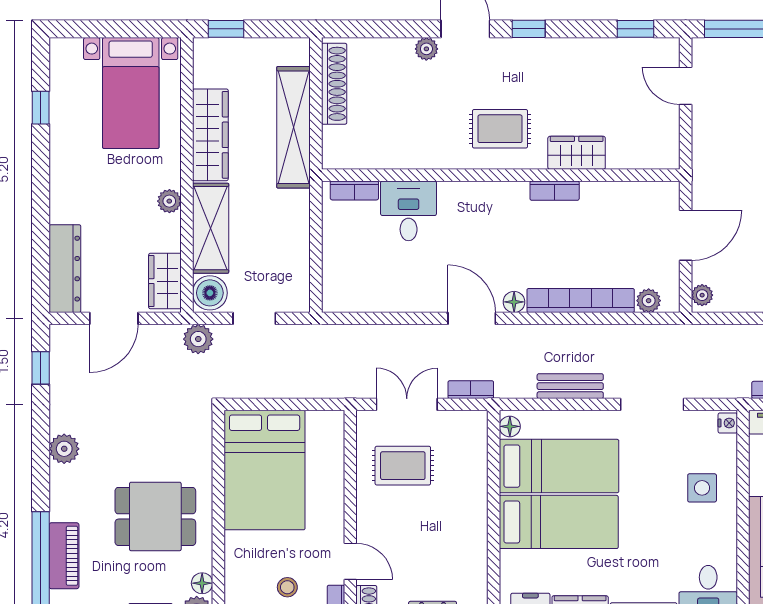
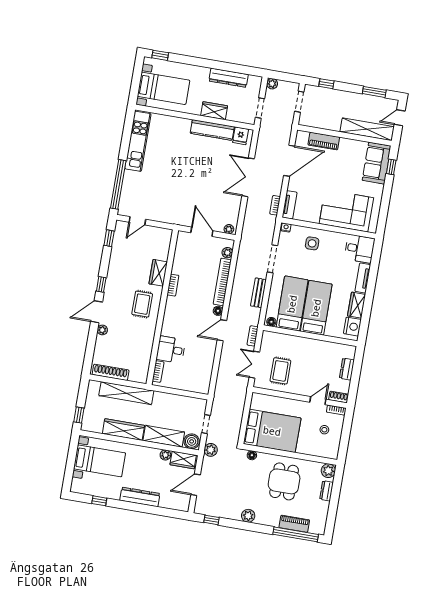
plant: (169, 201) -> (165, 455), moved
dresser: (65, 269) -> (140, 497), moved
door: (114, 318) -> (196, 485), swing flipped
floor lamp: (202, 583) -> (252, 455), moved

